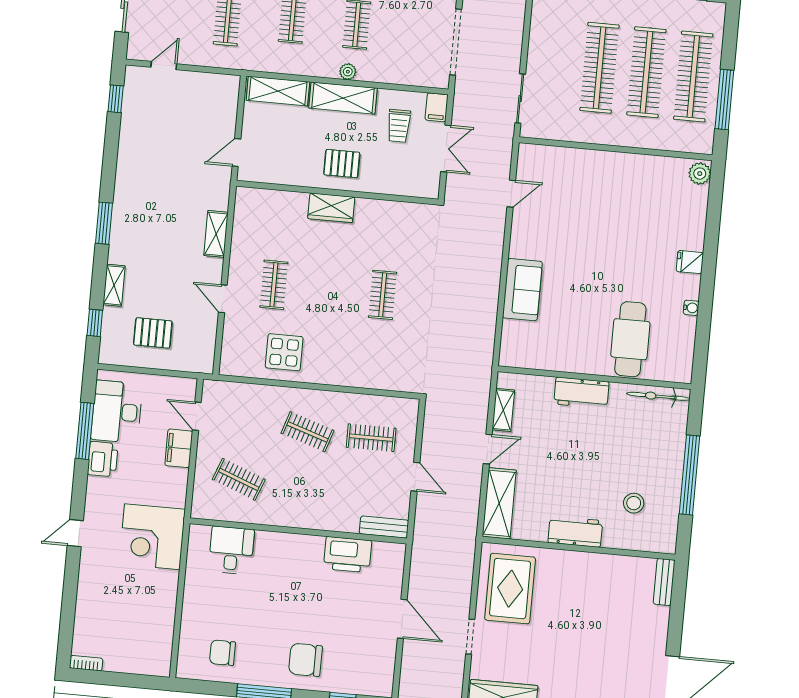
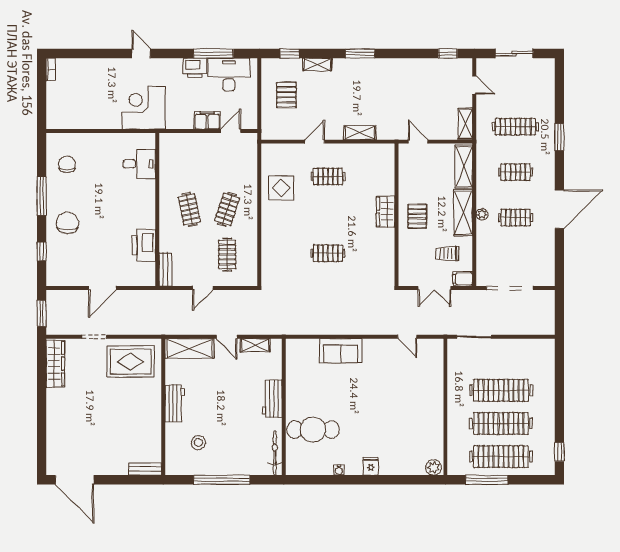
shelving: (218, 83) -> (465, 124), added
clothes rail: (239, 479) -> (189, 209), moved, turned -33

